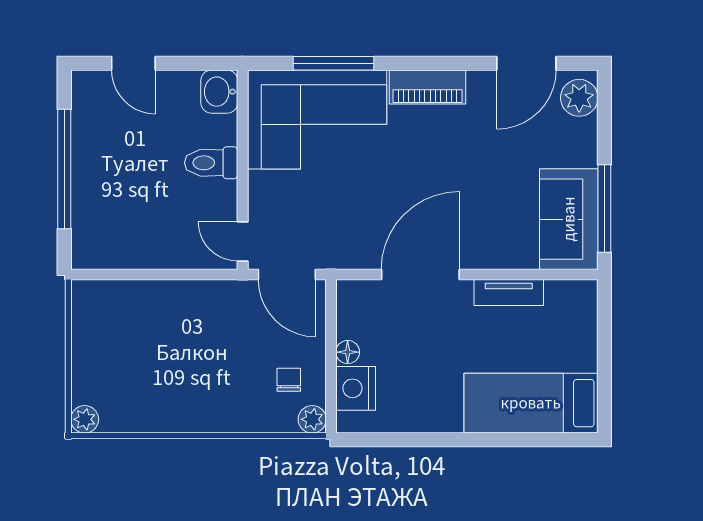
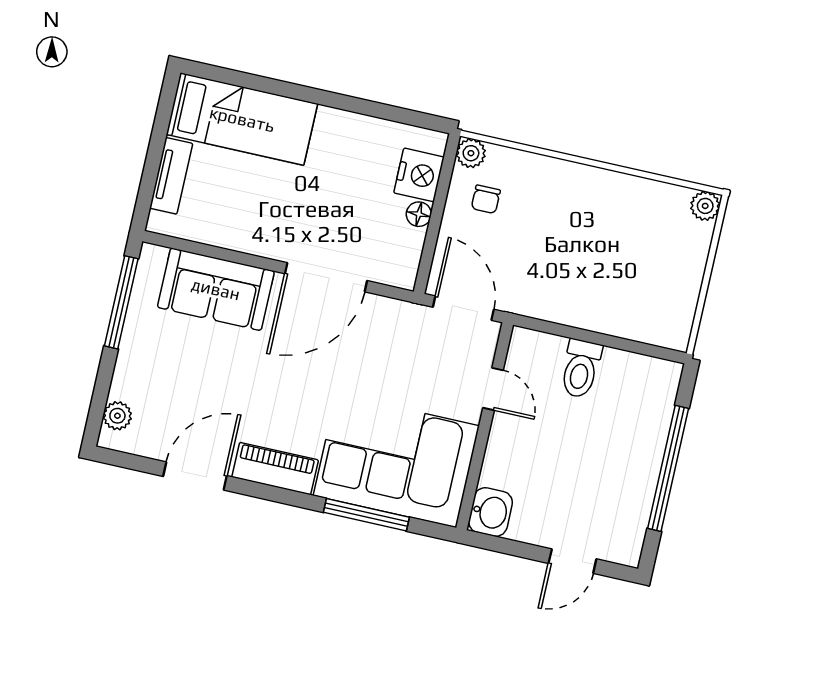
door: (133, 63) -> (572, 561), swing flipped
door: (526, 63) -> (195, 476), moved
plant: (579, 98) -> (117, 416), width x0.73, depth x0.73
toilet: (211, 163) -> (581, 369), moved, turned 90
sofa: (569, 219) -> (216, 289), moved, turned 90
door: (243, 241) -> (493, 389), moved
tv unit: (509, 293) -> (171, 176), moved, turned 90

